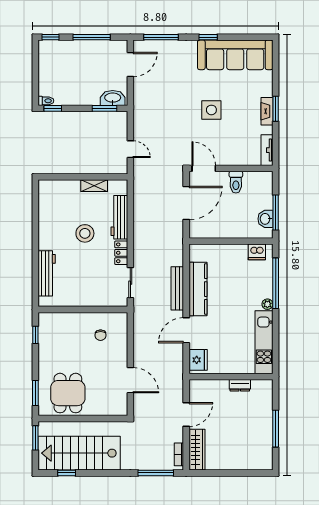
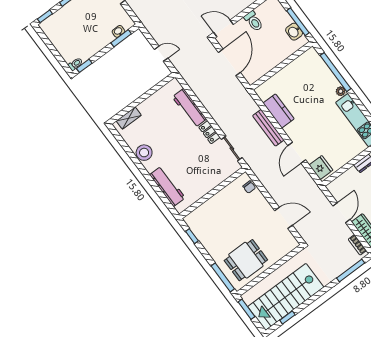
washbasin: (113, 98) -> (118, 31), width x0.52, depth x0.69
shelving: (94, 186) -> (129, 118), moved
stool: (85, 233) -> (144, 153), moved
dishwasher: (257, 252) -> (305, 60), removed
kitchen counter: (198, 289) -> (279, 111), width x0.67
chair: (101, 335) -> (249, 187), moved
window: (35, 393) -> (223, 277), width x1.44
dining table: (68, 393) -> (246, 260), turned 90

